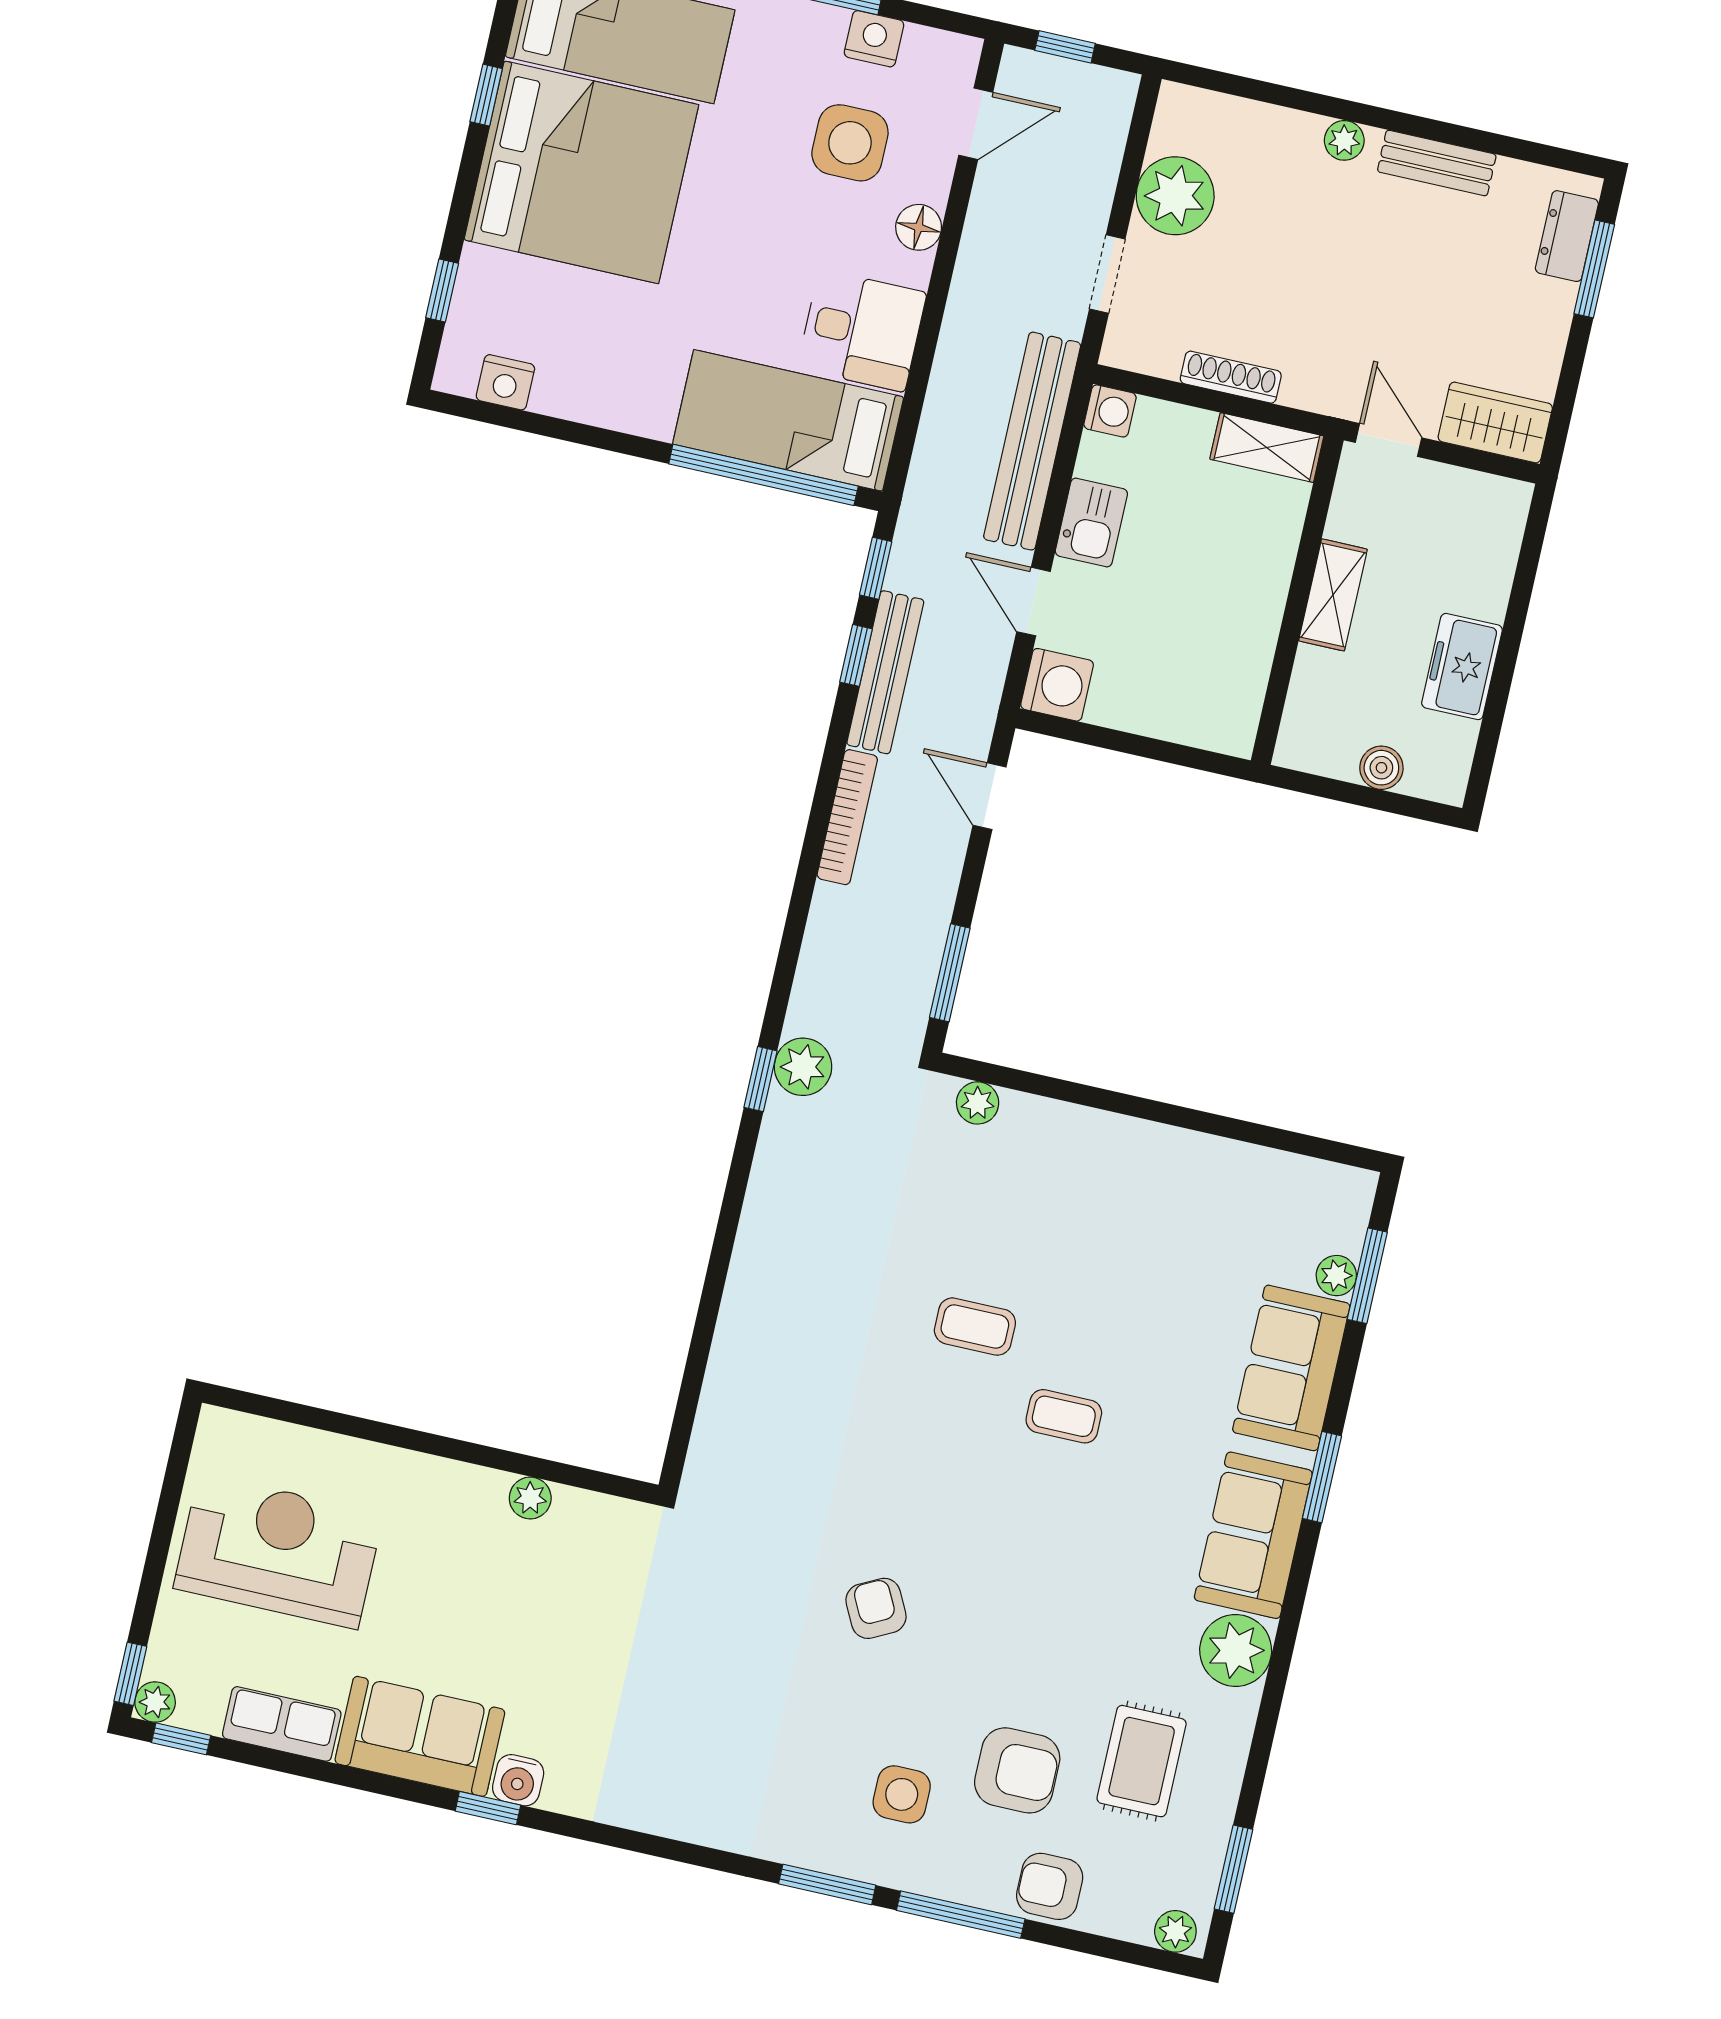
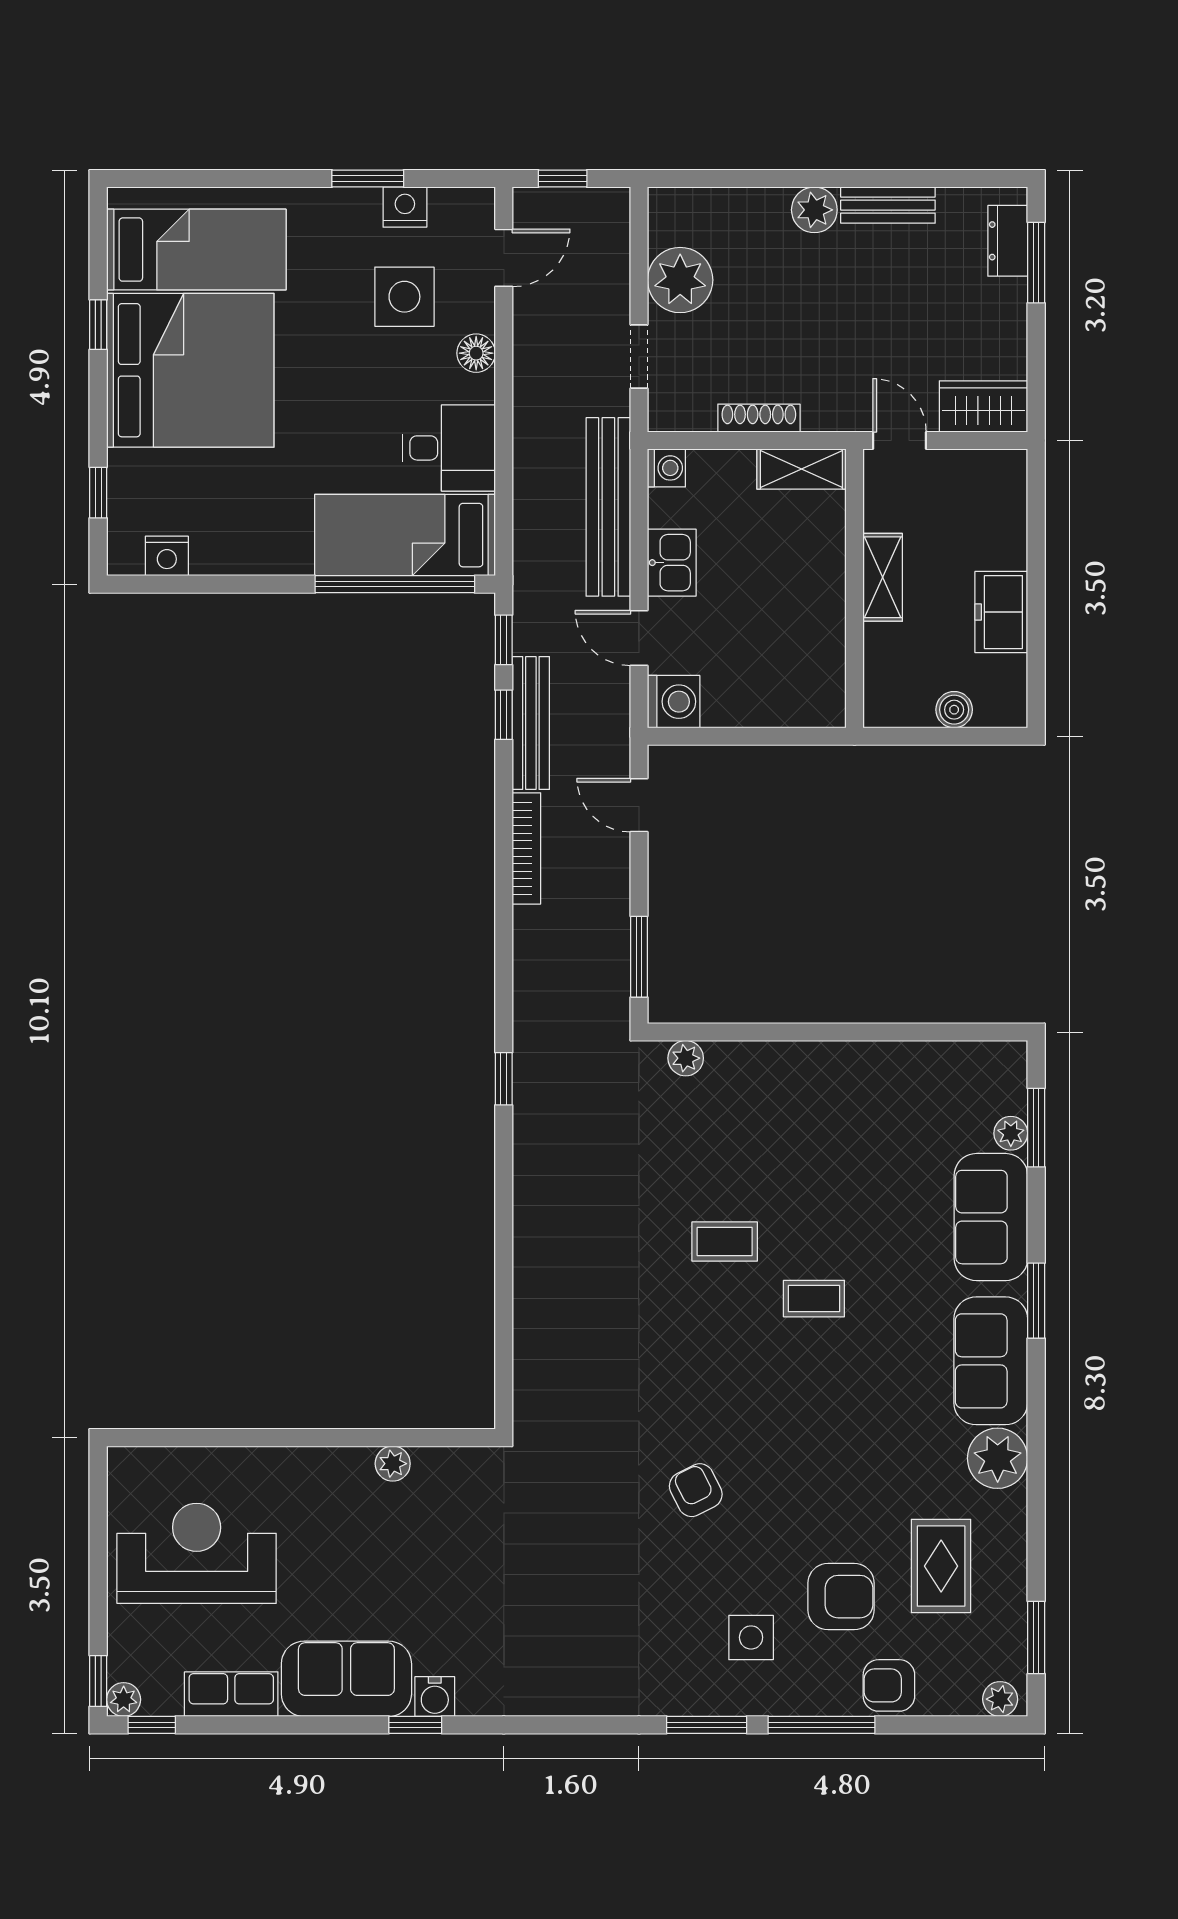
plant: (1344, 140) -> (814, 210), width x1.38, depth x1.38
plant: (803, 1067) -> (536, 1061), removed

